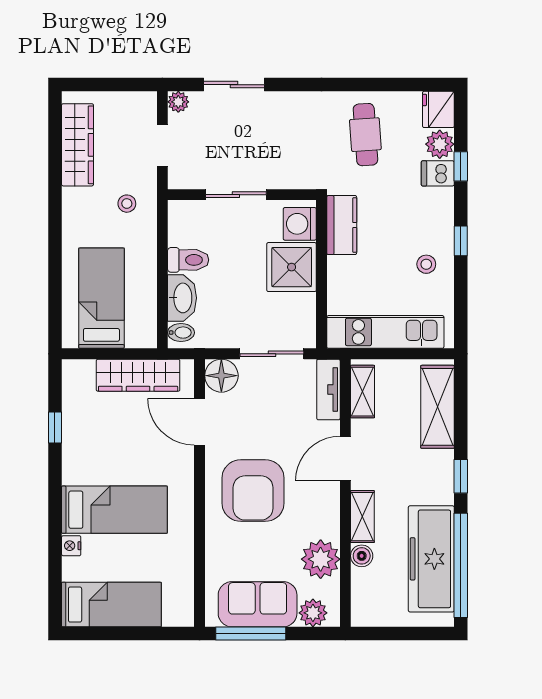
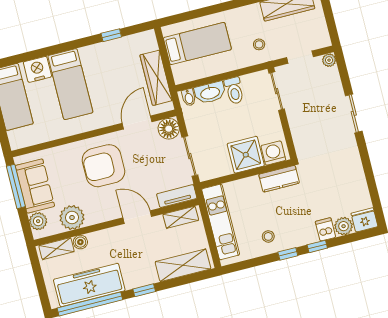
sliding door: (234, 85) -> (354, 113), moved
cafe table: (365, 135) -> (338, 179), removed
window: (461, 166) -> (317, 246), moved
sliding door: (236, 195) -> (277, 91), moved
shelving: (362, 517) -> (57, 249), moved
nightstand: (71, 546) -> (37, 69), width x1.89, depth x1.79

